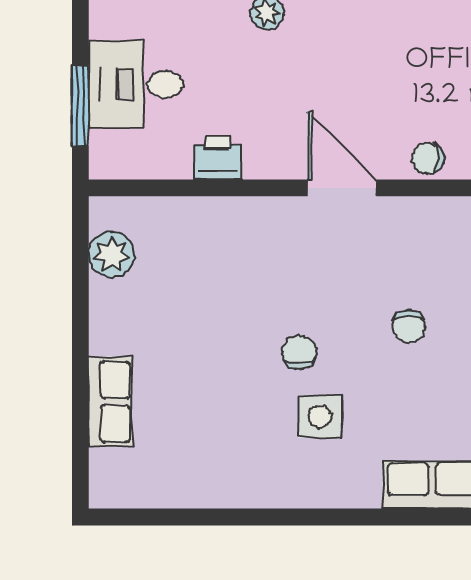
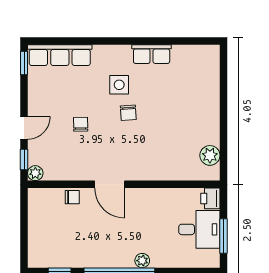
window: (80, 106) -> (224, 236), moved
printer: (218, 158) -> (210, 198), moved, turned 90
row of seats: (110, 402) -> (152, 54), moved, turned -90

